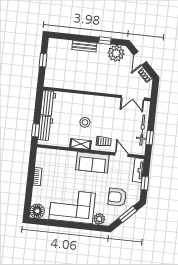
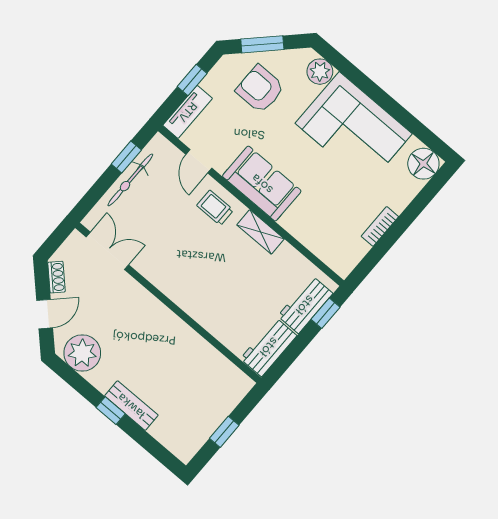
window: (105, 41) -> (111, 411), moved
stool: (85, 122) -> (225, 266), removed
armchair: (117, 197) -> (260, 89), turned 180

